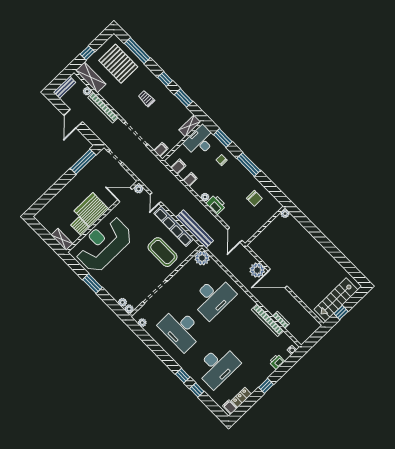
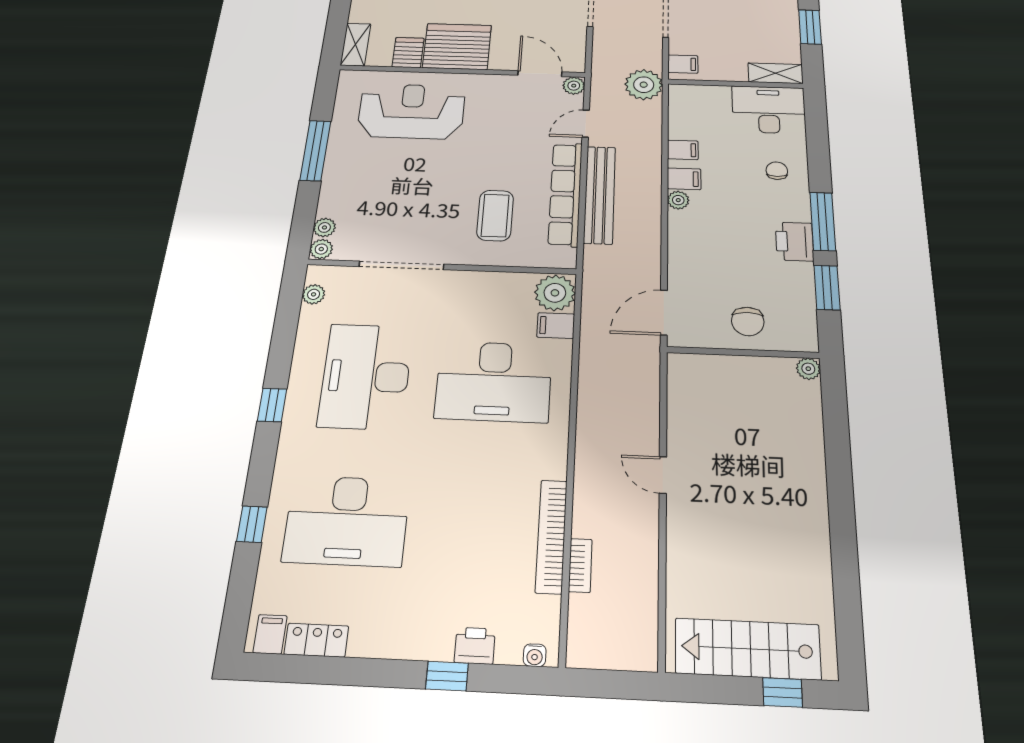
window: (223, 138) -> (827, 288), moved
filing cabinet: (178, 167) -> (684, 179), moved
chair: (254, 198) -> (748, 321), moved
printer: (216, 205) -> (794, 242), moved, turned 180
bench: (195, 229) -> (600, 195), moved
reception desk: (104, 244) -> (411, 111), width x0.74, depth x0.77
coffee table: (163, 252) -> (495, 215), width x0.73, depth x0.76
filing cabinet: (212, 267) -> (556, 326), added
plant: (257, 270) -> (644, 85), moved
door: (278, 279) -> (663, 475), width x0.53
window: (92, 283) -> (315, 151), width x1.44
window: (341, 312) -> (783, 692), moved
window: (183, 376) -> (272, 405), moved
window: (266, 386) -> (447, 676), moved

